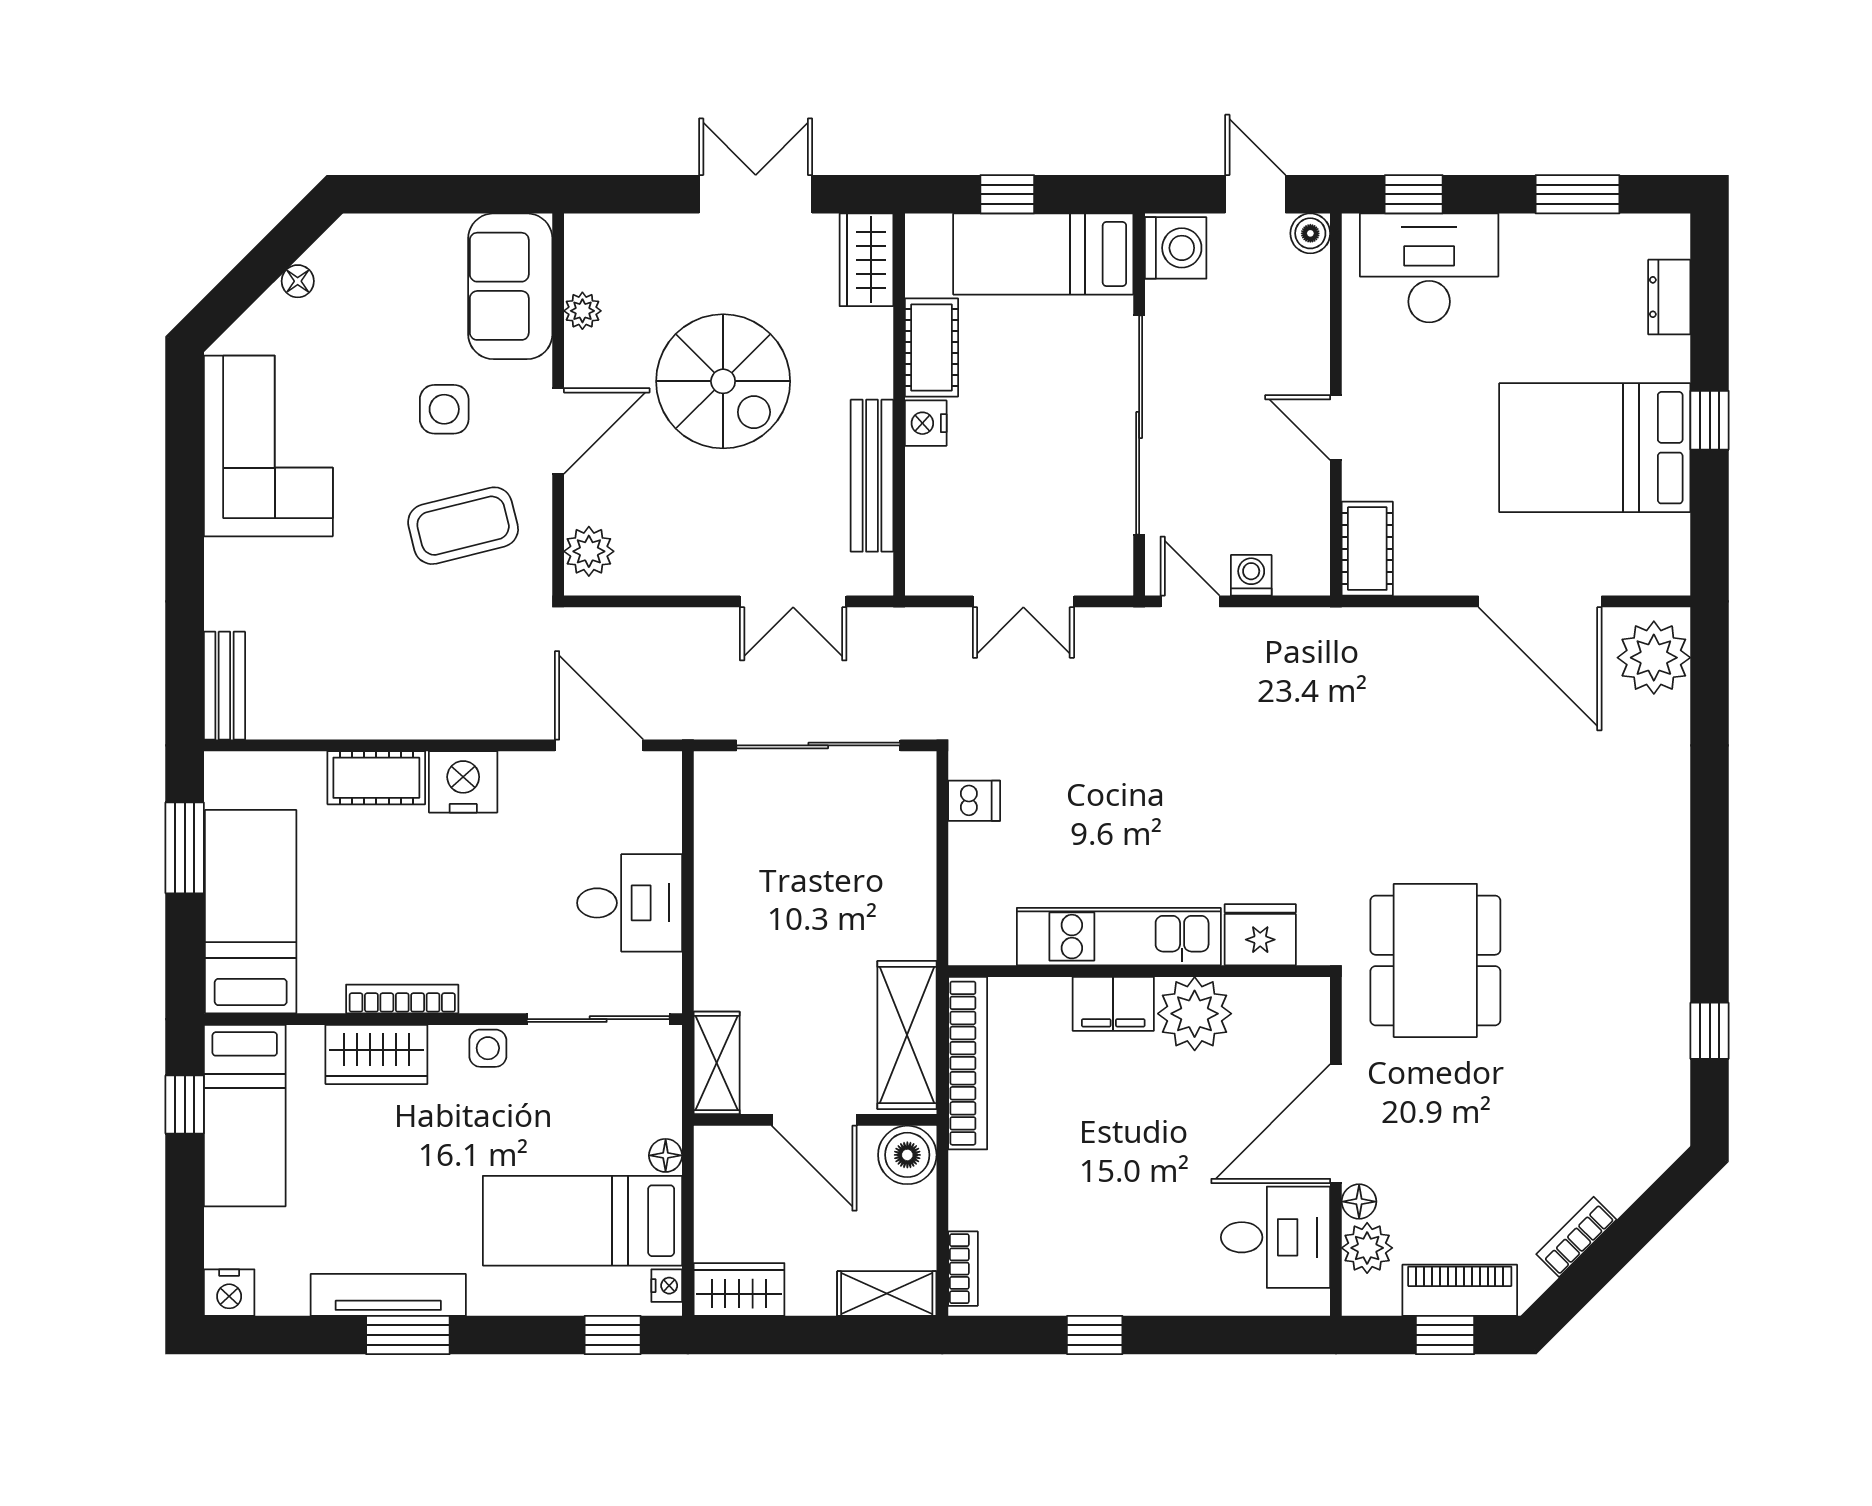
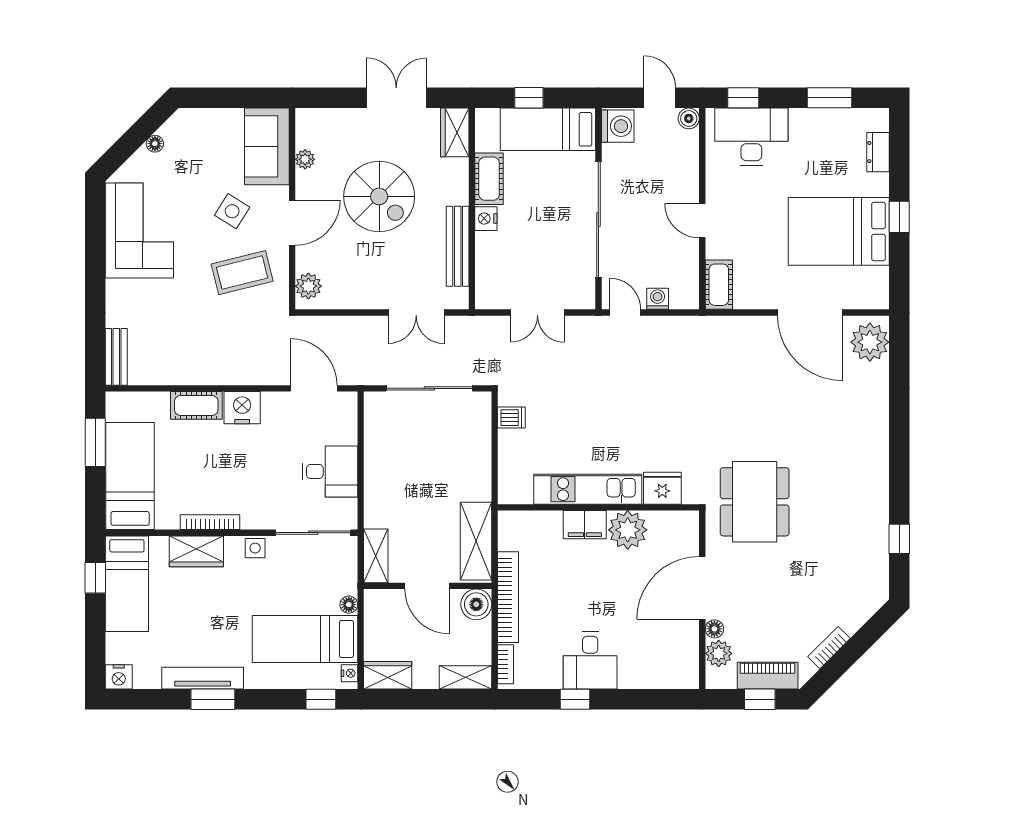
side table: (444, 409) -> (232, 211), turned 32
bookcase: (968, 1063) -> (508, 597), moved
desk: (1276, 1237) -> (590, 660), moved, turned 90

